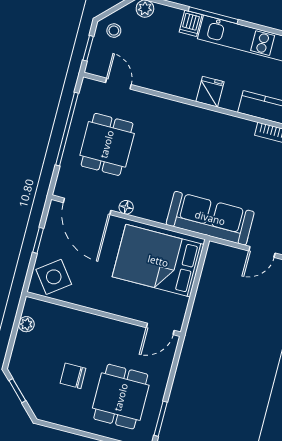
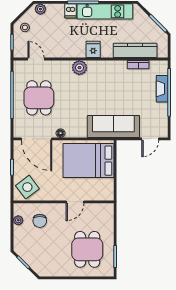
plant: (182, 114) -> (79, 68), added
door: (160, 329) -> (75, 202), moved
chair: (73, 376) -> (40, 221), moved, turned -90

